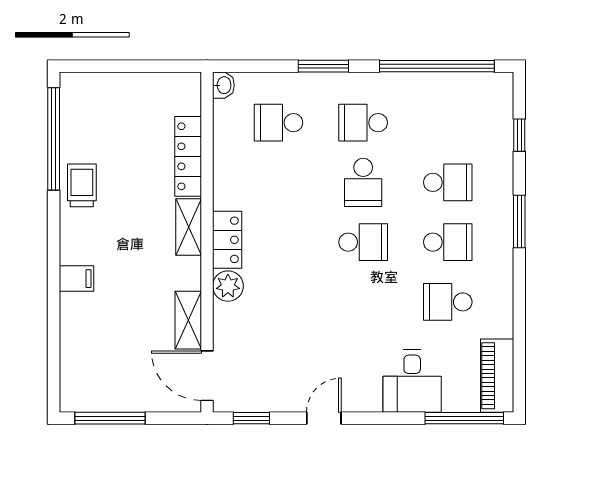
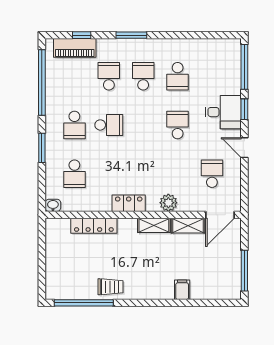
trolley: (82, 185) -> (111, 287), turned 180
shelving: (189, 227) -> (154, 225), moved
locker: (227, 240) -> (129, 203), moved
school desk: (363, 242) -> (178, 125), moved
filing cabinet: (77, 279) -> (182, 290), moved
school desk: (278, 362) -> (212, 174), added
piano: (497, 376) -> (75, 48), moved
desk: (412, 381) -> (223, 112), moved
window: (251, 418) -> (244, 109), moved

